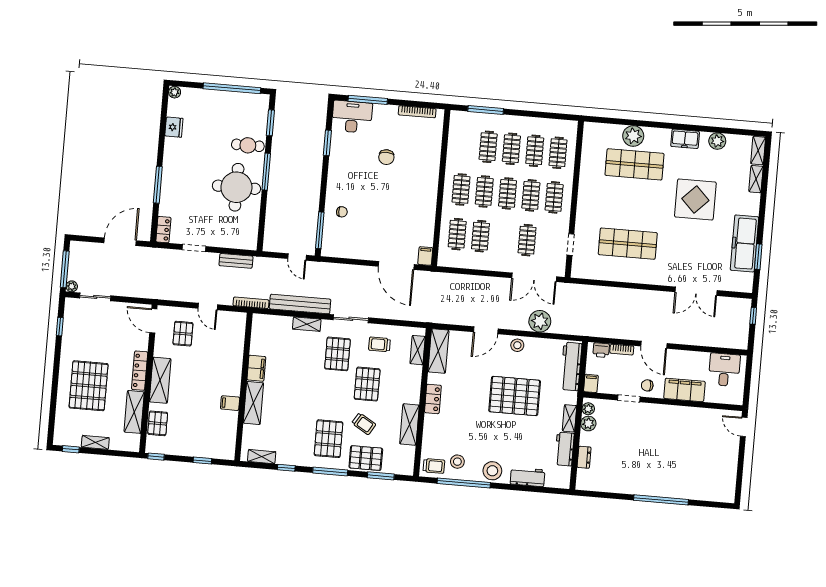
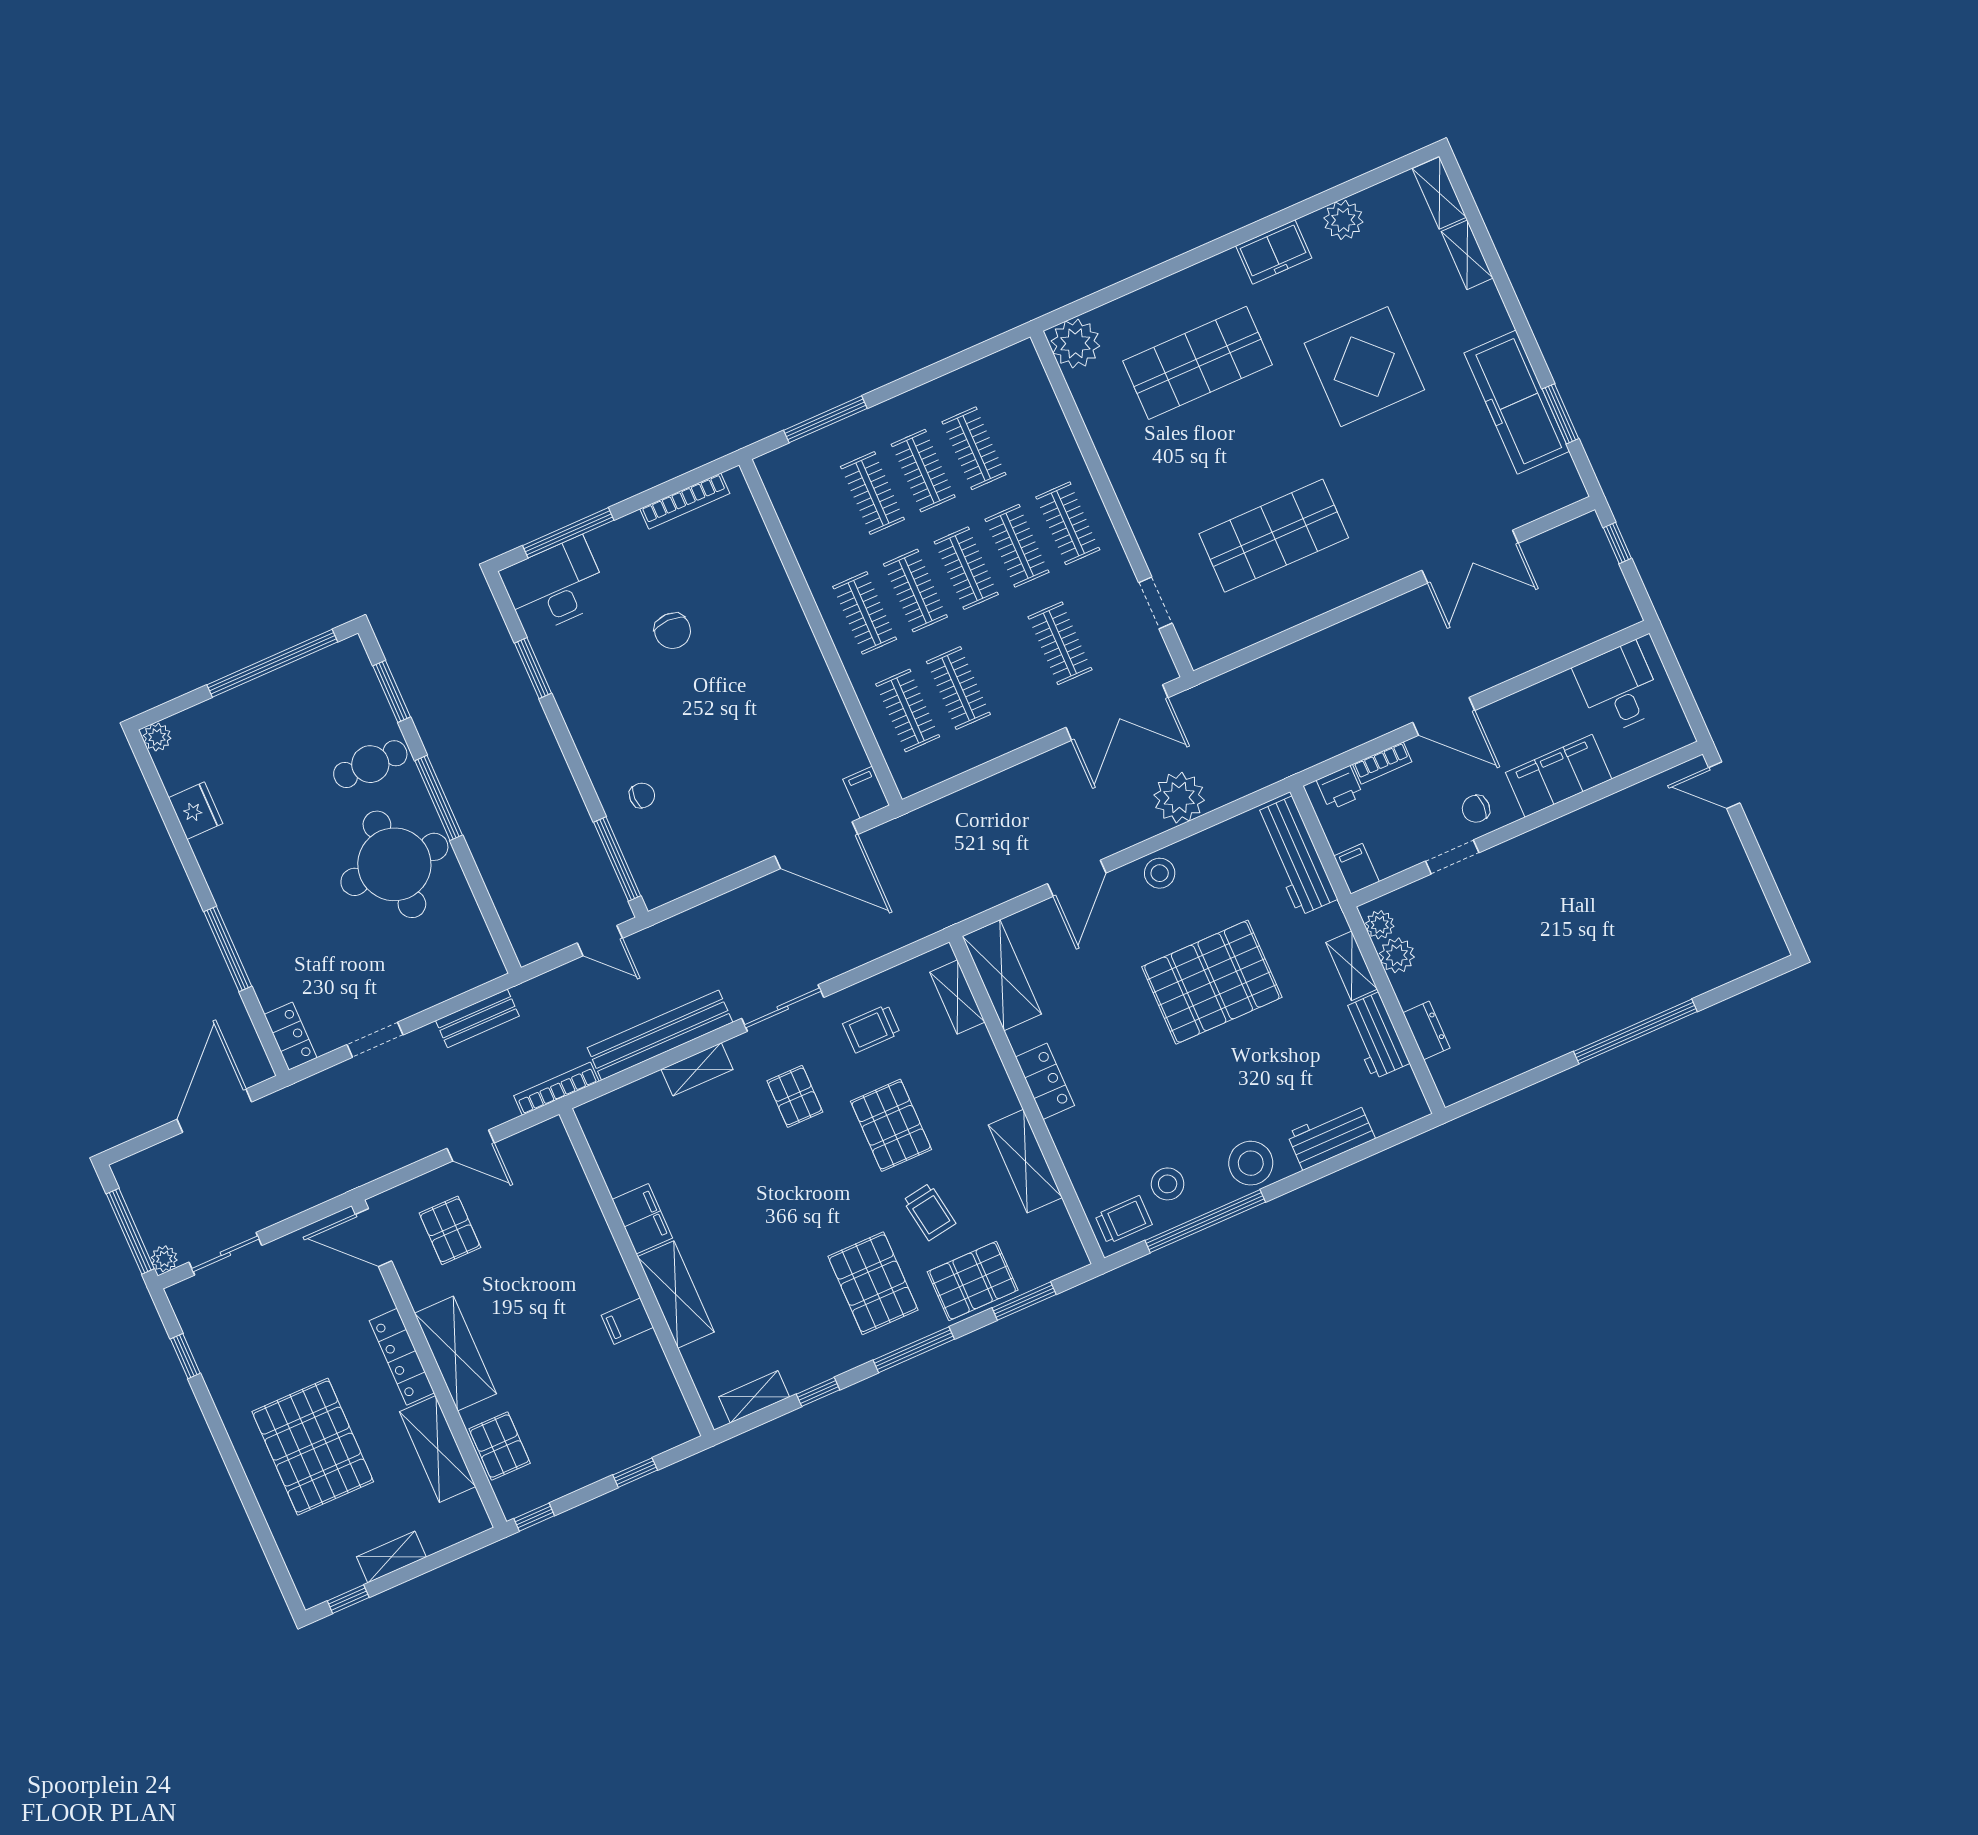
plant: (633, 136) -> (1075, 343), moved
clothes rail: (558, 153) -> (1025, 426), removed
pallet: (337, 354) -> (795, 1096), width x0.67, depth x0.71
trolley: (364, 424) -> (929, 1212), turned 50

